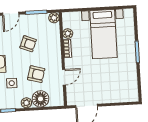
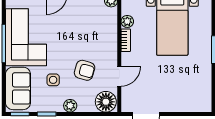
armchair: (28, 44) -> (77, 31), removed
floor lamp: (40, 99) -> (106, 102), moved

